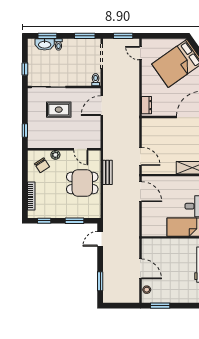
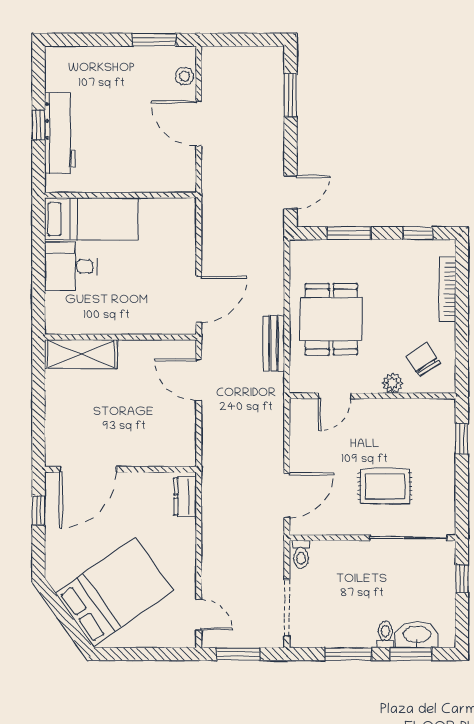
window: (85, 36) -> (348, 654), moved
door: (81, 149) -> (335, 396), swing flipped
dining table: (82, 183) -> (331, 319), turned 90
door: (140, 192) -> (199, 299), swing flipped

